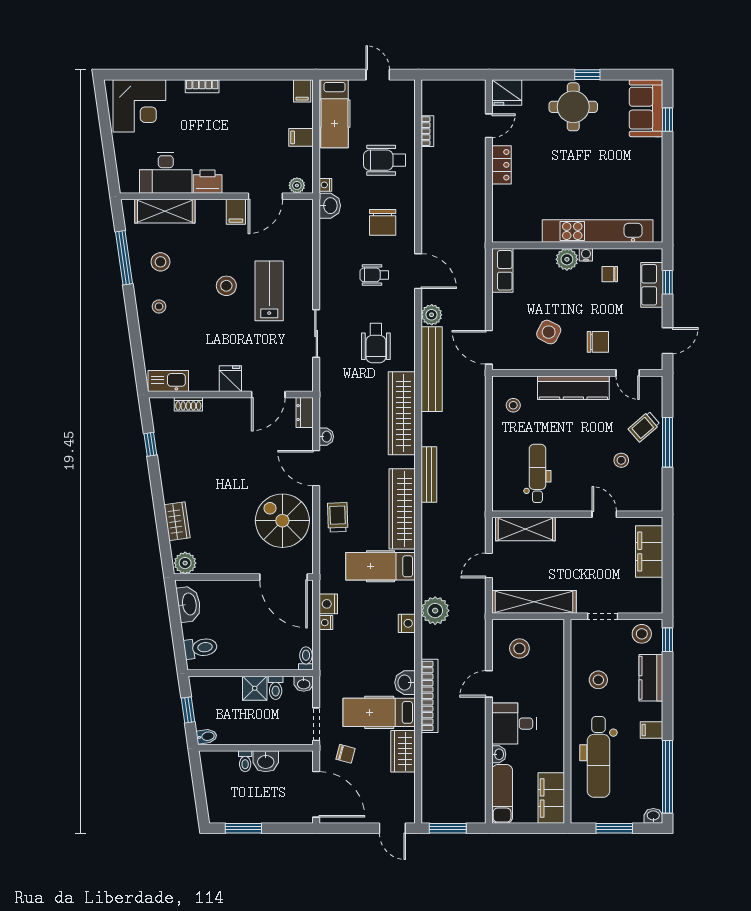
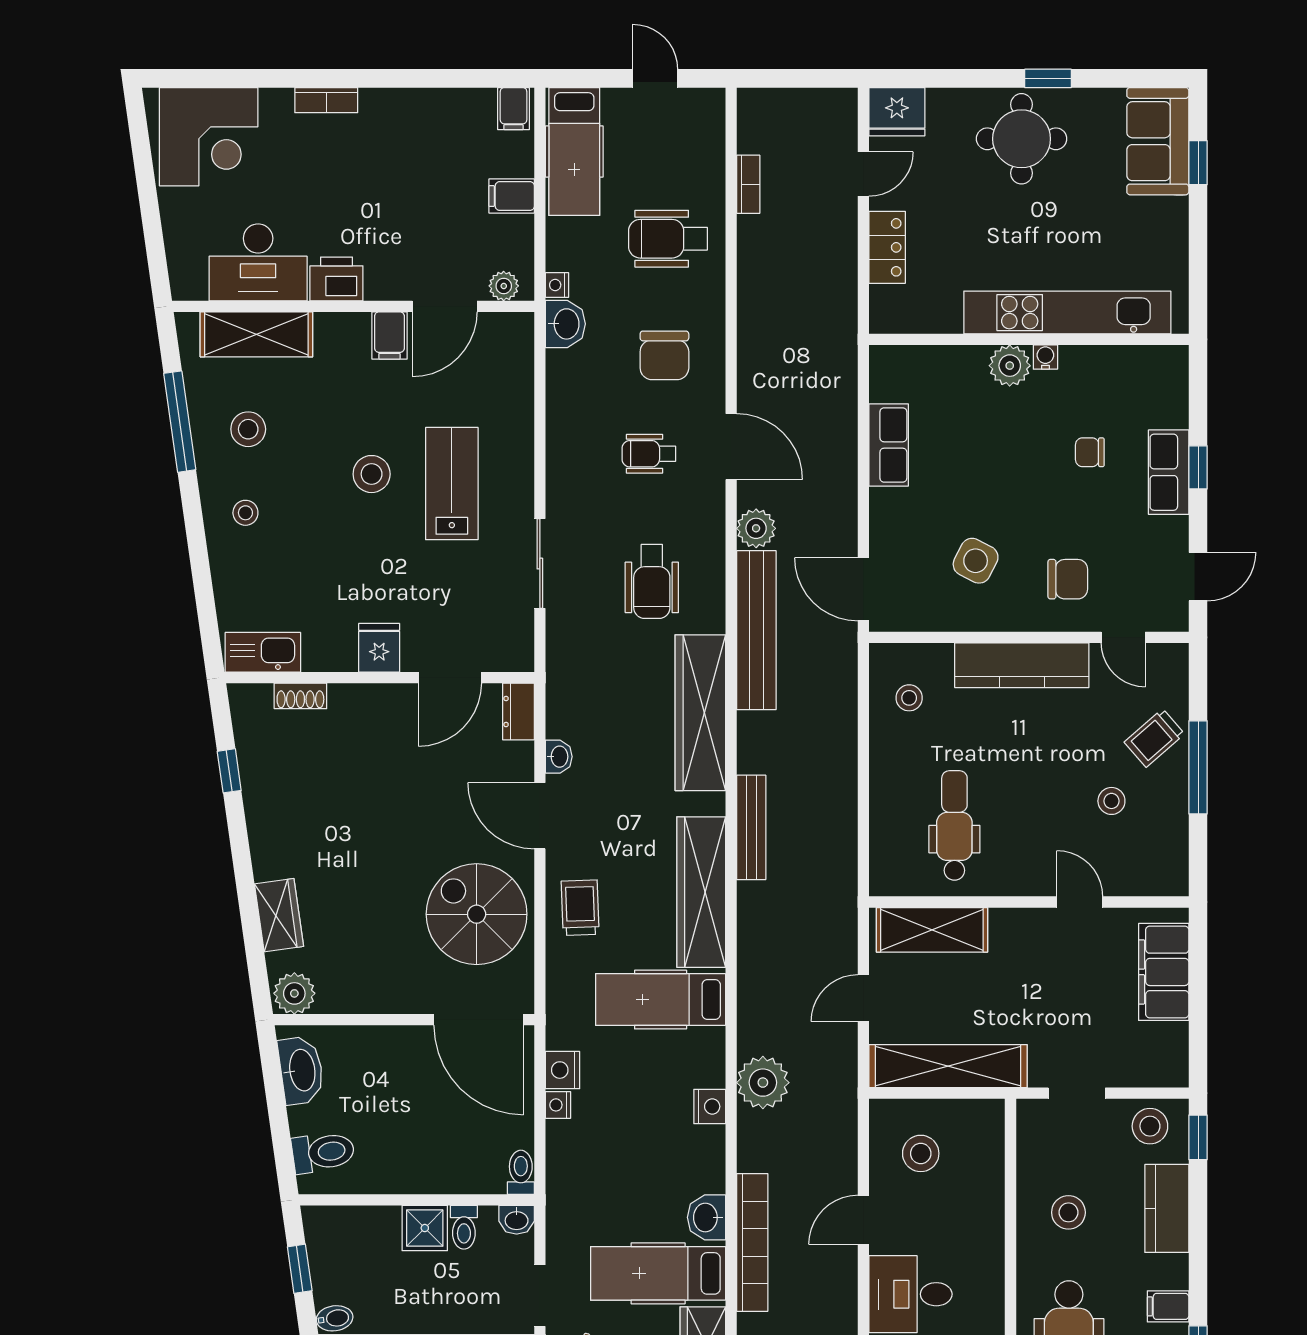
kitchen unit: (598, 231) -> (1067, 313), moved
wall: (577, 245) -> (1029, 339), moved
water cooler: (586, 255) -> (1045, 357), moved
plant: (567, 259) -> (1010, 366), moved

